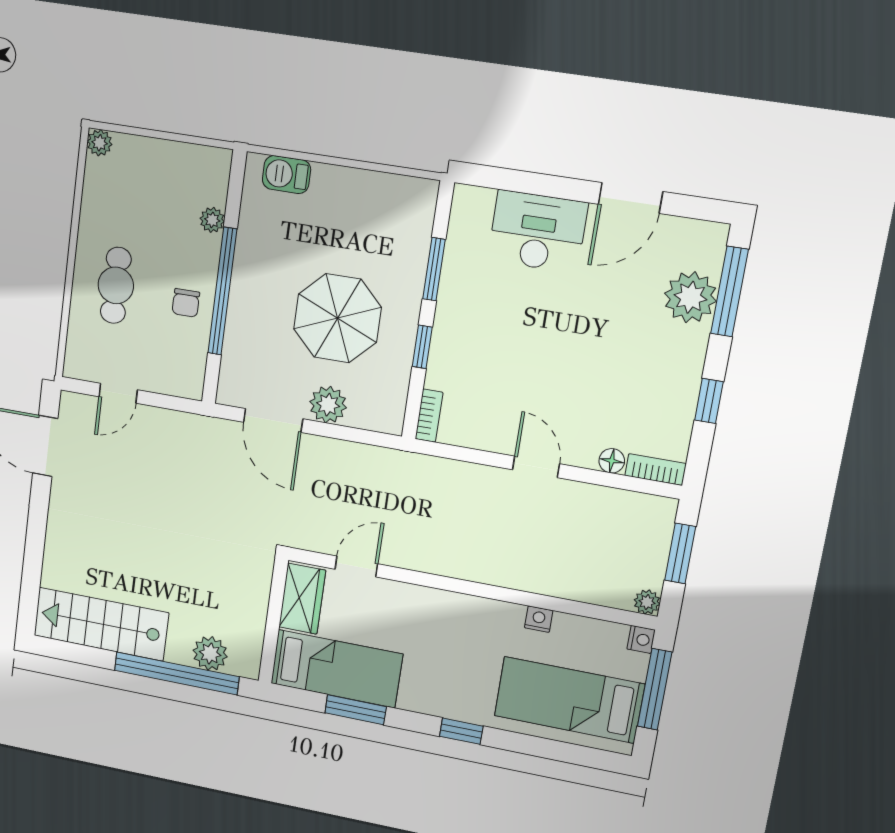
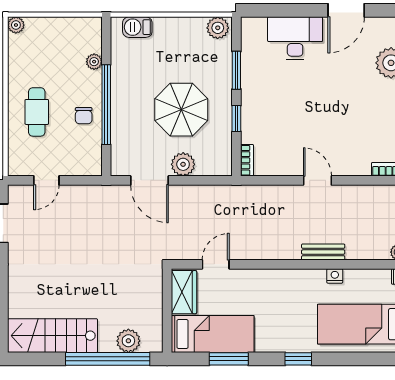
plant: (414, 195) -> (218, 28), added
floor lamp: (612, 461) -> (362, 169), removed
bench: (527, 579) -> (323, 252), added

